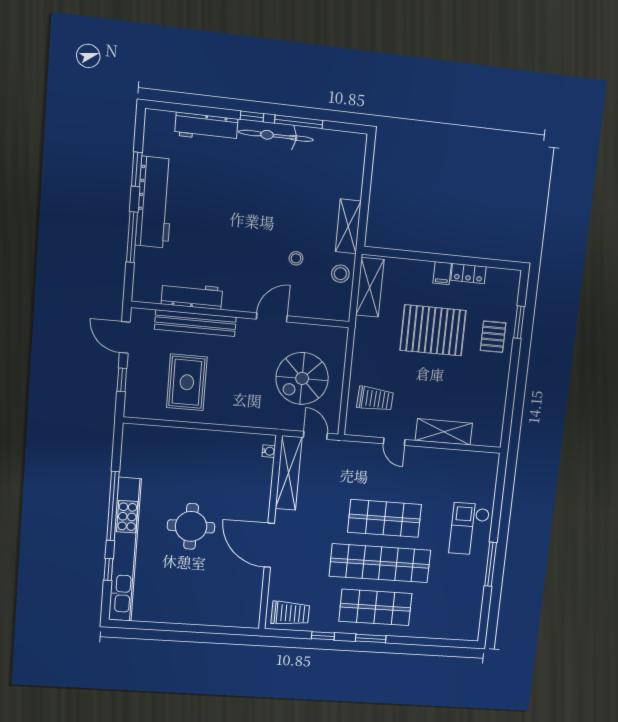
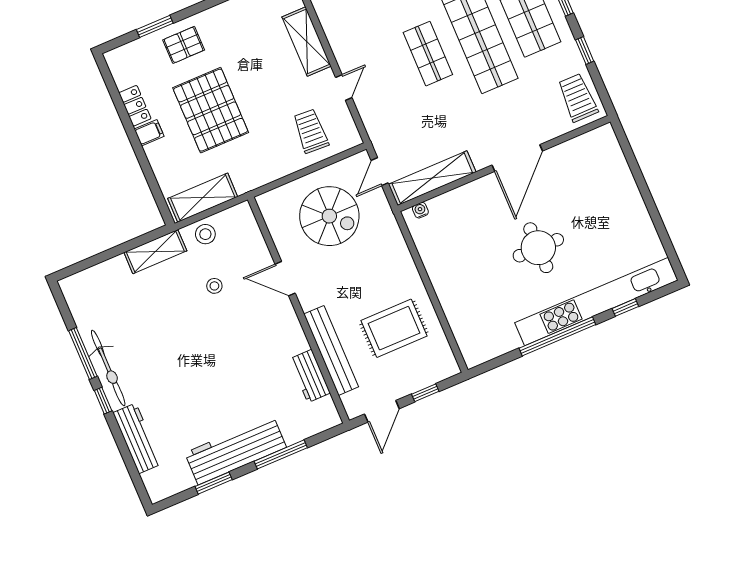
workbench: (192, 296) -> (310, 376), width x0.73
shop shelf: (385, 518) -> (428, 54), width x0.70, depth x0.74

